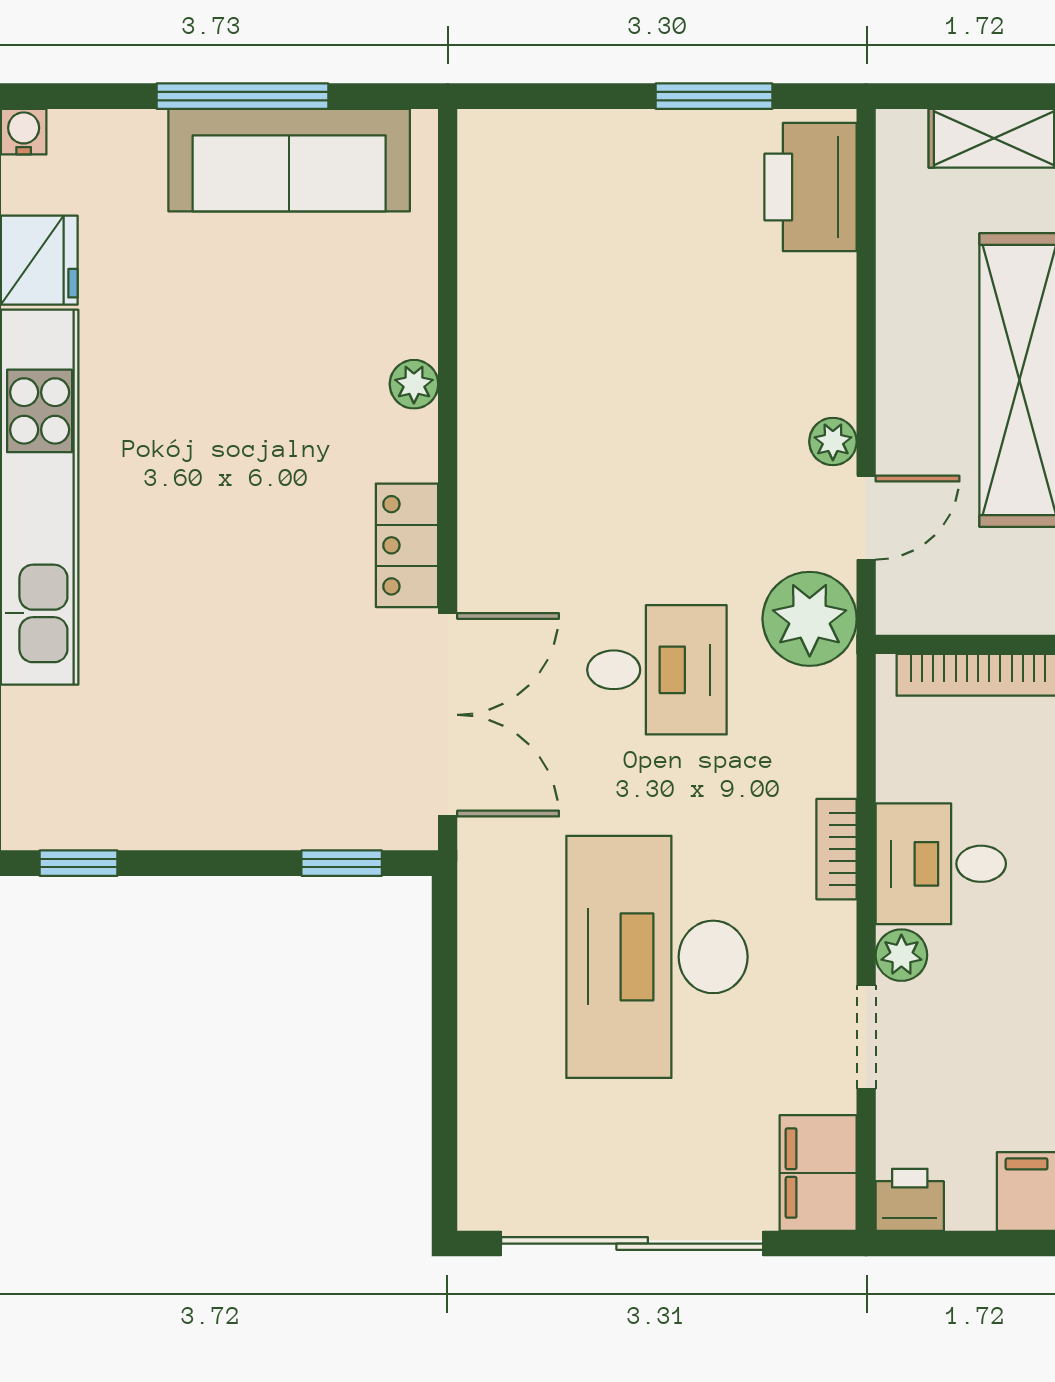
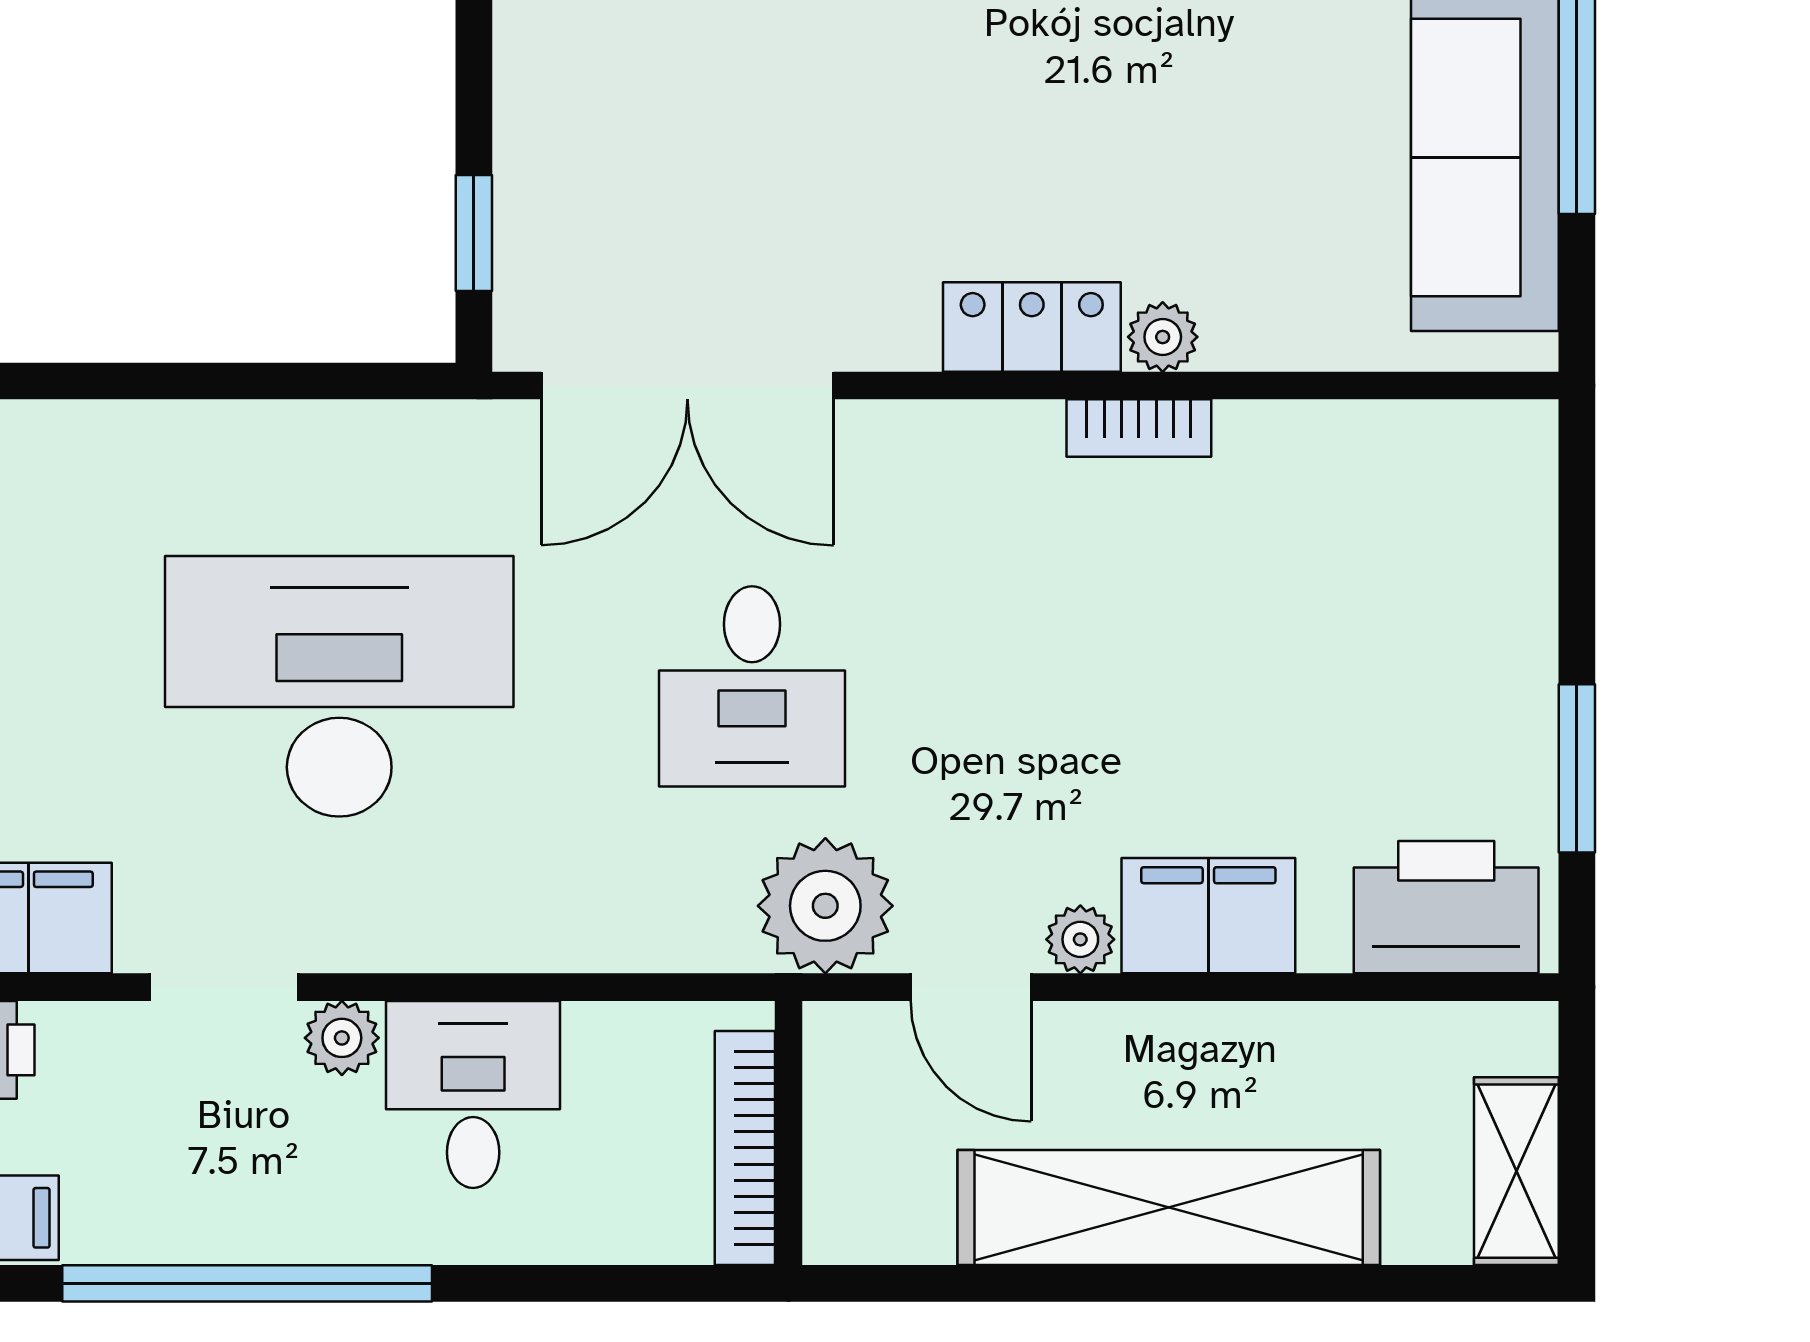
filing cabinet: (816, 352) -> (1208, 916), added
locker: (407, 545) -> (1032, 327), moved
bookcase: (837, 849) -> (1139, 428), moved, turned 180

